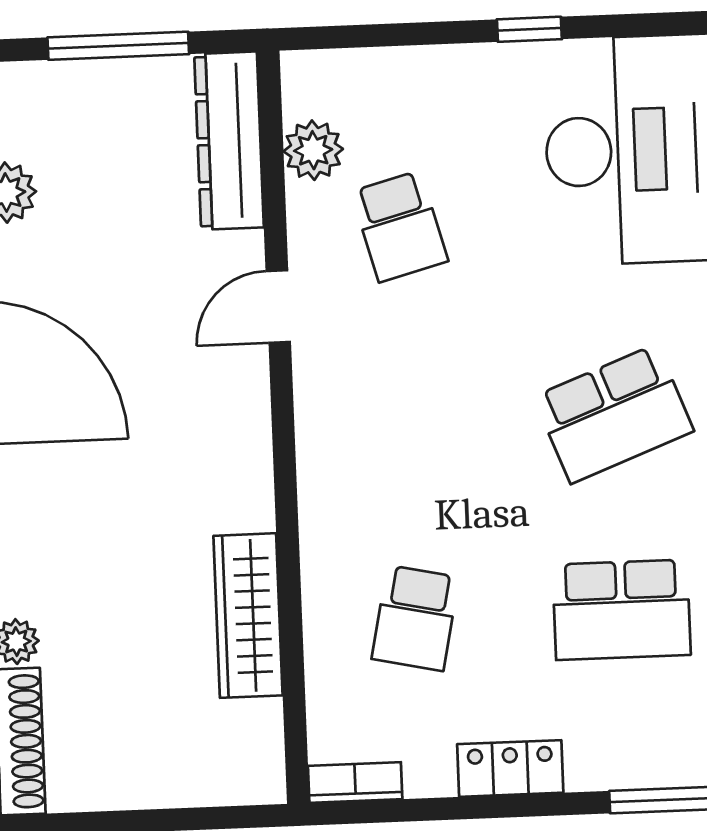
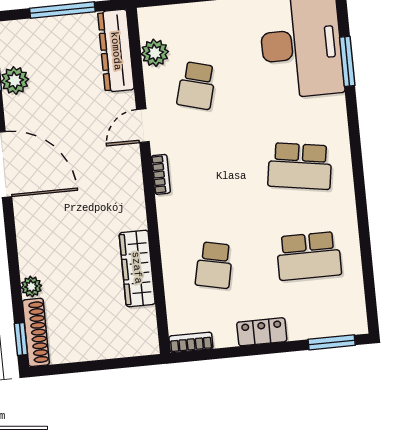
school desk: (400, 226) -> (197, 86), turned 30
bookcase: (311, 414) -> (161, 174), added
school desk: (614, 414) -> (300, 166), turned 30

